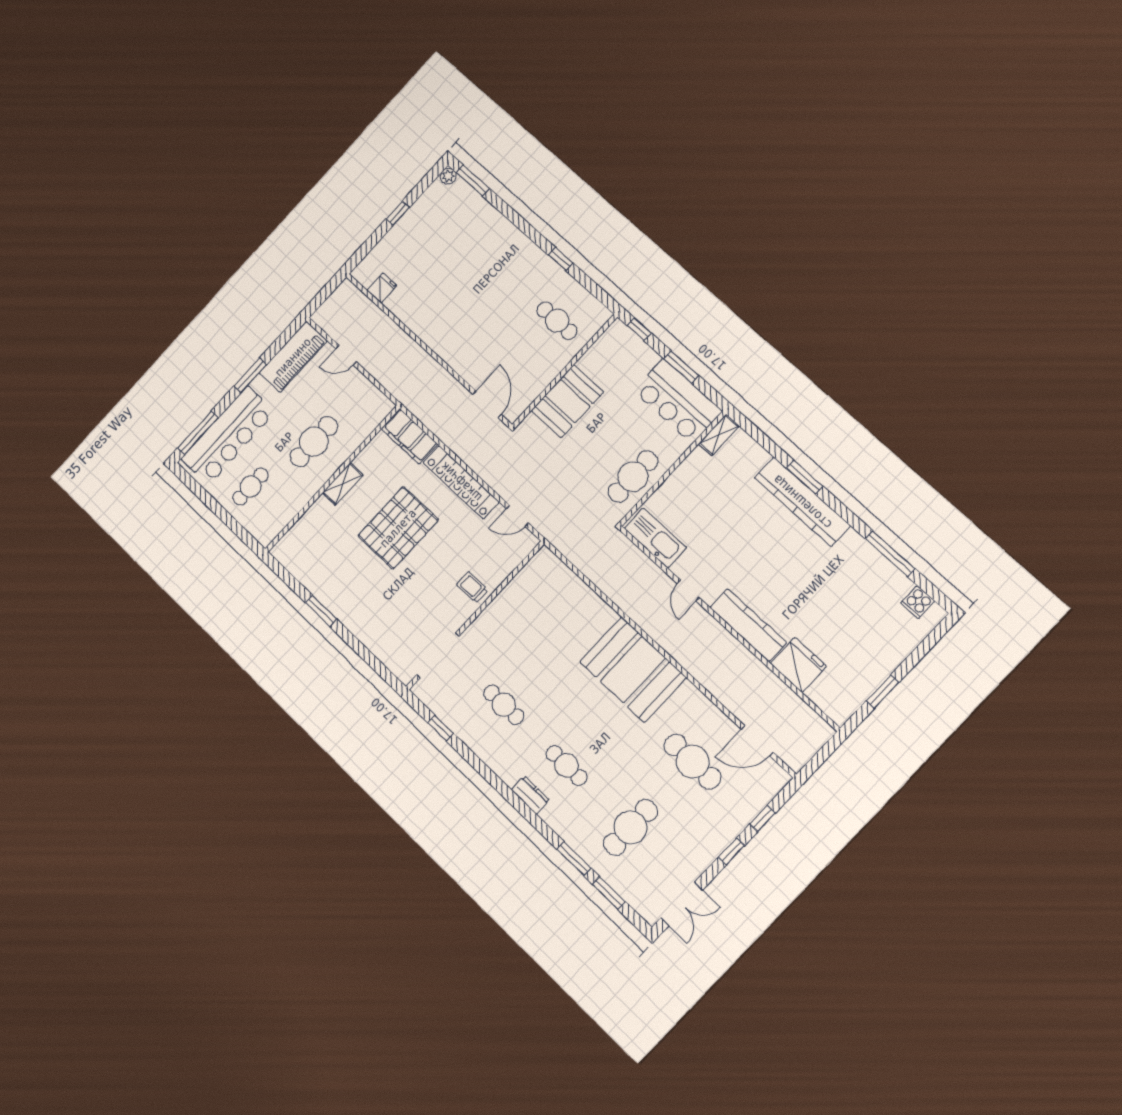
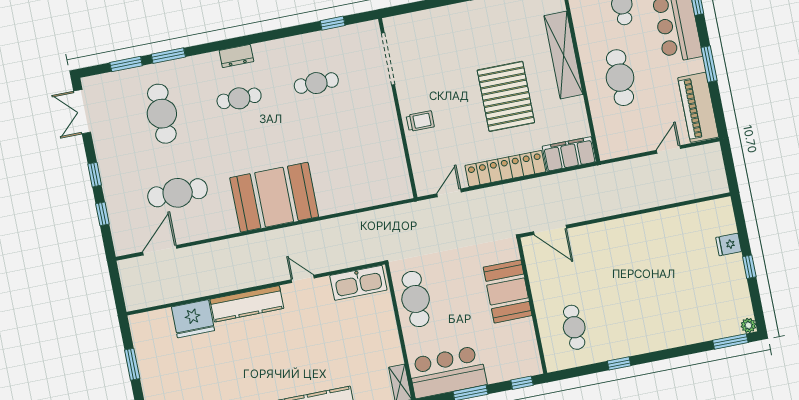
fridge: (382, 288) -> (729, 244), moved, turned 90
cafe table: (557, 321) -> (574, 327), turned 90
shelving: (343, 484) -> (563, 55), width x2.20, depth x1.33

